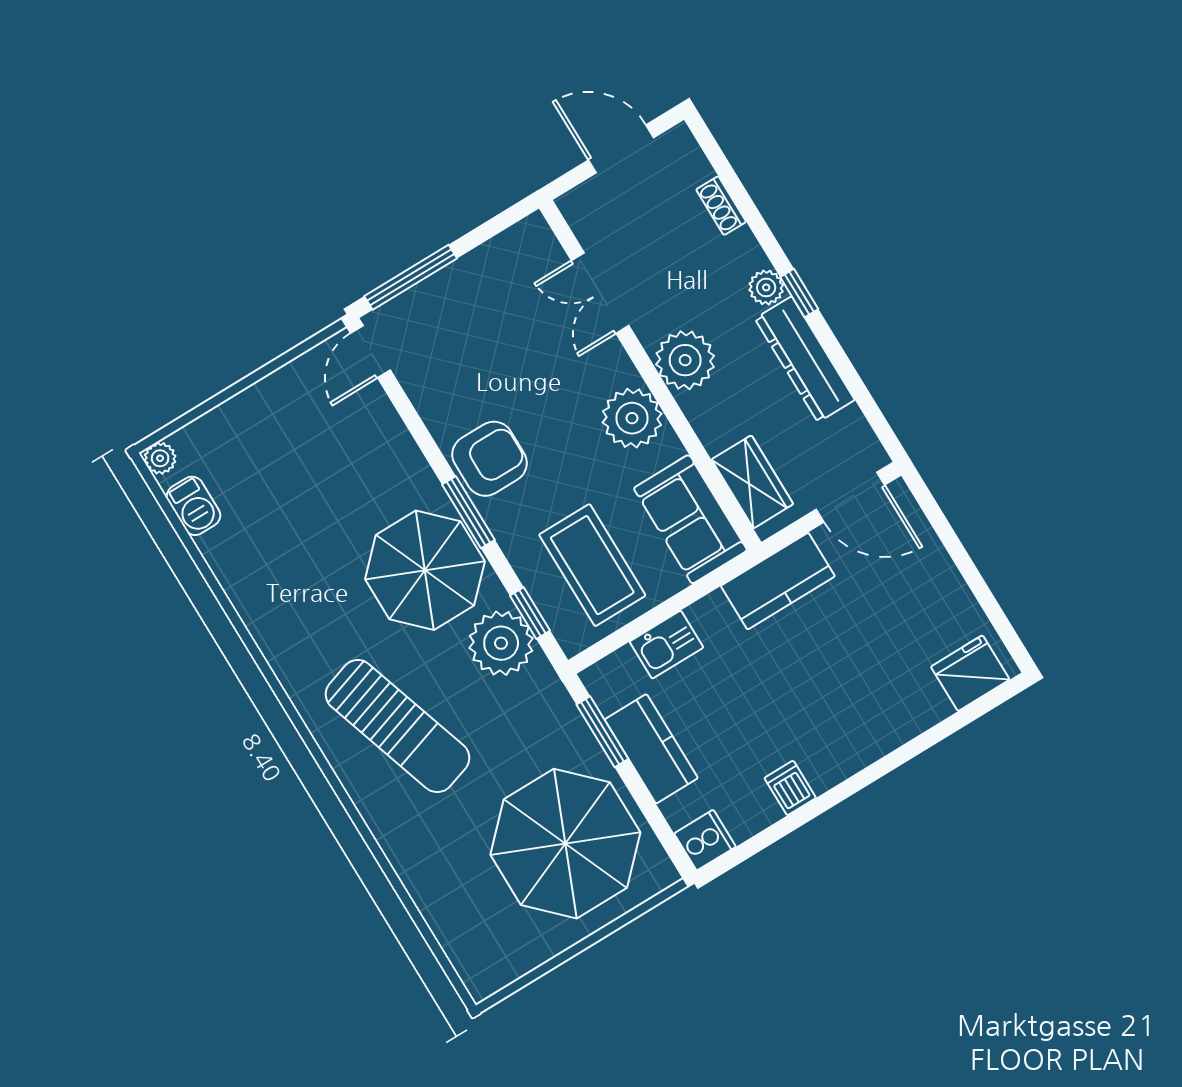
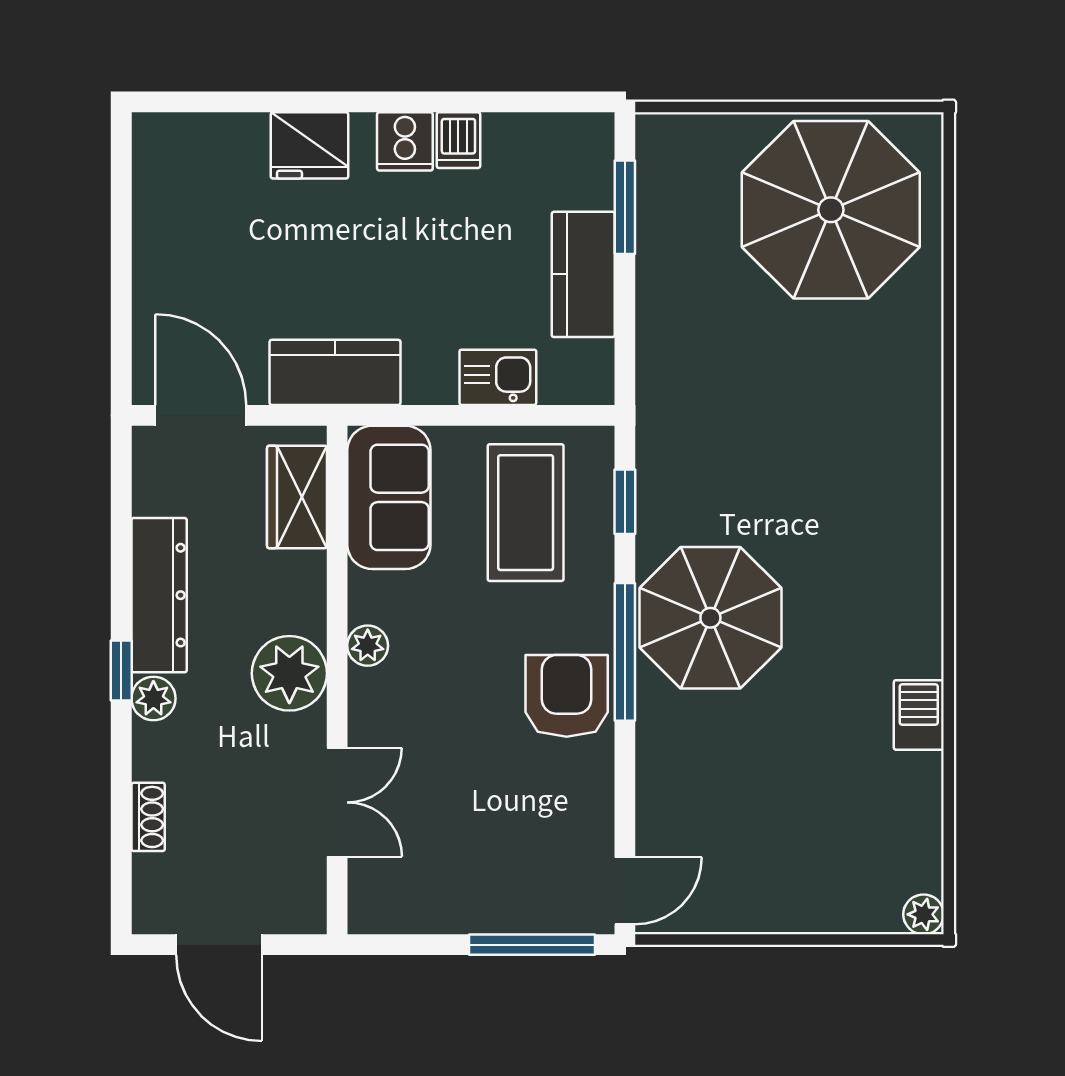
plant: (632, 418) -> (368, 646), width x0.53, depth x0.53
armchair: (490, 459) -> (567, 696), turned 90
barbecue: (193, 506) -> (919, 715), moved
window: (468, 512) -> (625, 652), width x1.44
plant: (501, 643) -> (676, 488), removed
fridge: (970, 673) -> (309, 145), moved
sun lounger: (398, 726) -> (843, 467), removed
window: (602, 732) -> (625, 207), moved
cooker: (705, 840) -> (405, 141), moved, turned -90
parasol: (565, 844) -> (831, 210), moved

